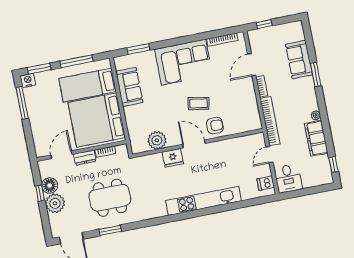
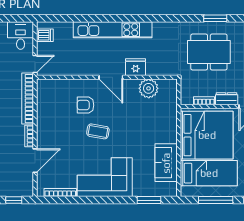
plant: (157, 140) -> (149, 88), moved
wall: (198, 143) -> (107, 77), moved
door: (194, 144) -> (111, 77), moved
fridge: (173, 158) -> (136, 67), moved

